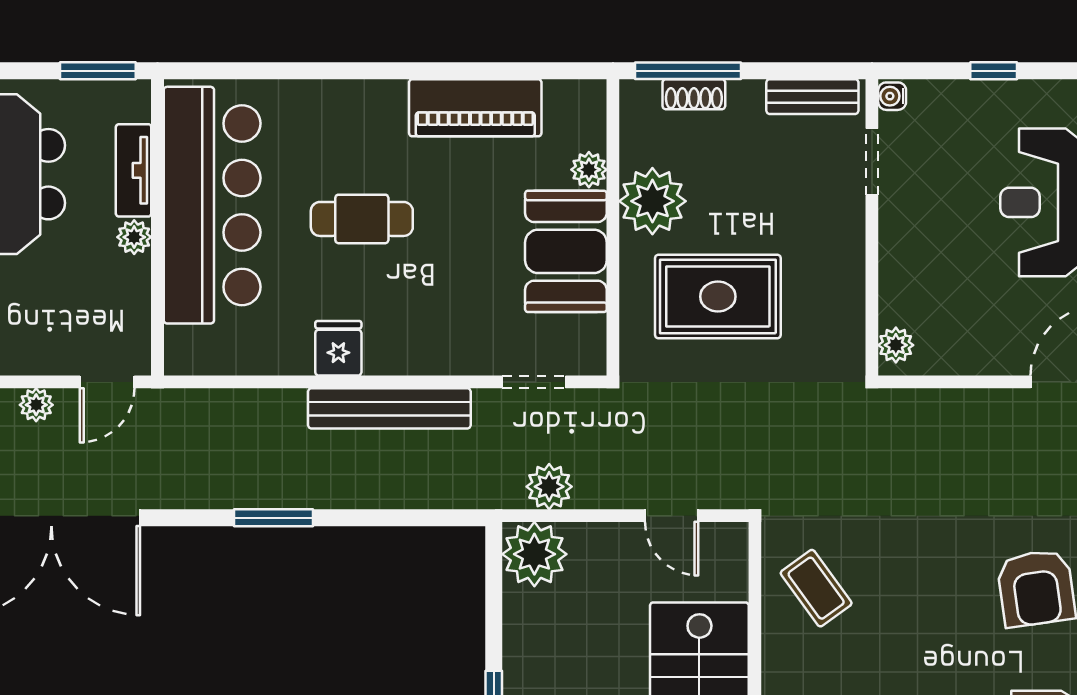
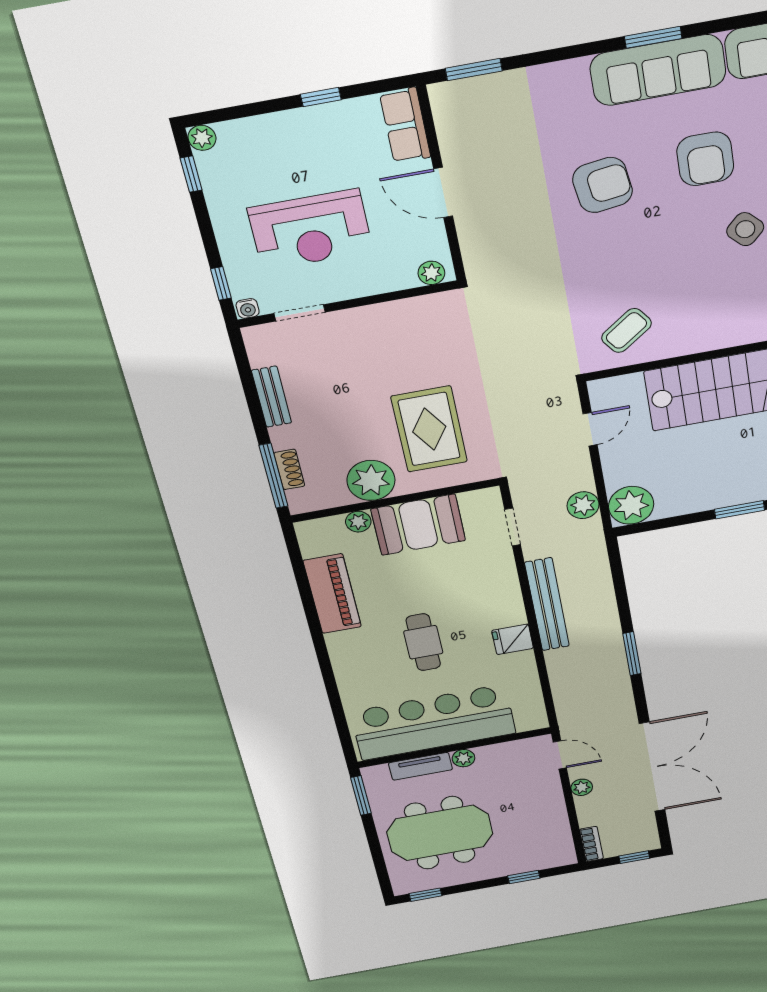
water cooler: (892, 96) -> (248, 308), moved
doorway: (872, 162) -> (300, 313), moved
wall: (872, 227) -> (348, 304), moved
plant: (896, 345) -> (431, 273), moved

